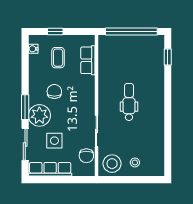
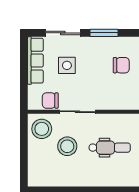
plant: (39, 115) -> (95, 49), removed
stool: (135, 162) -> (67, 146), moved, width x1.89, depth x1.89

